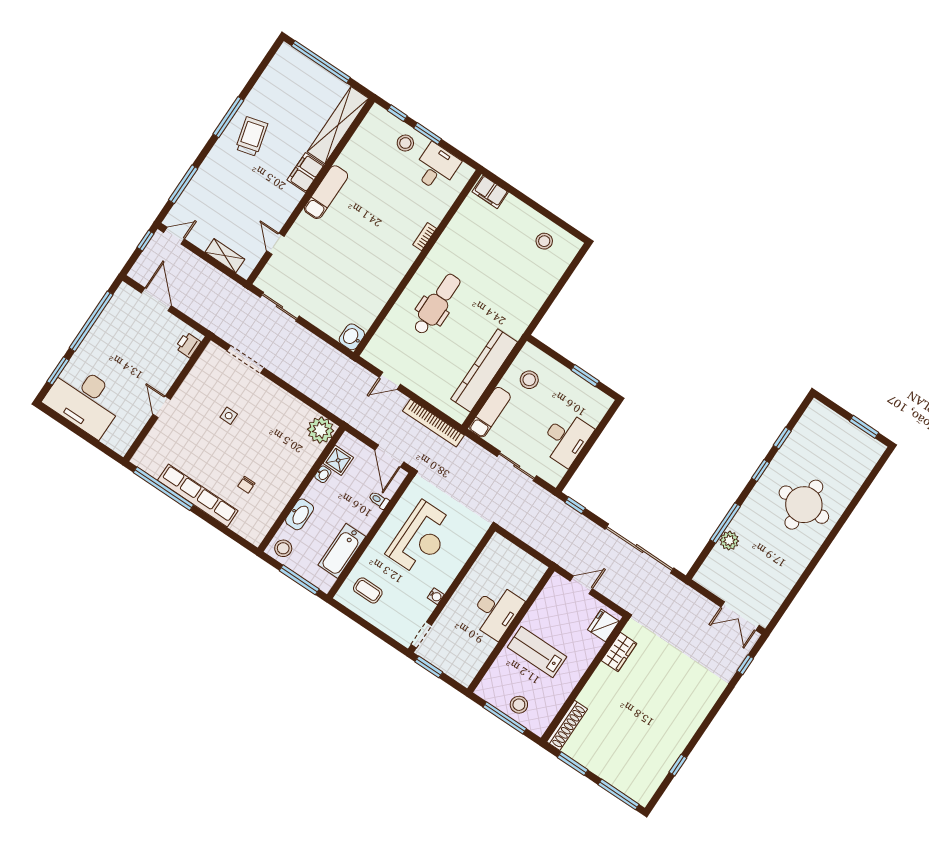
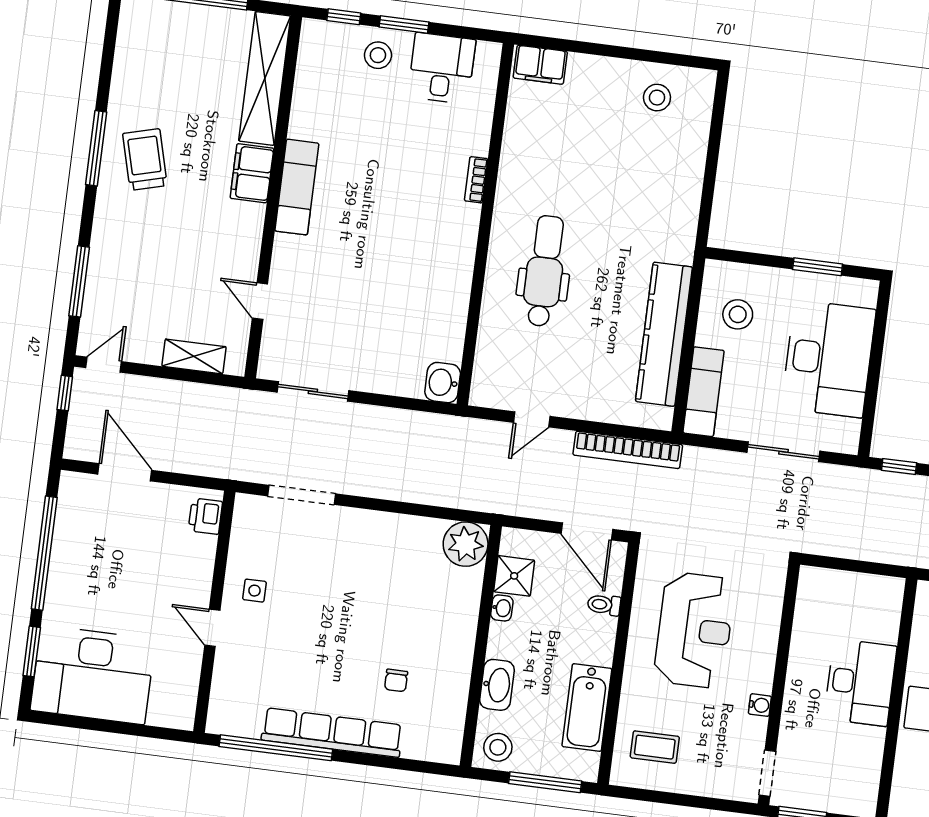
side table: (229, 416) -> (255, 591), moved
desk: (566, 439) -> (829, 359), width x1.36, depth x1.30

